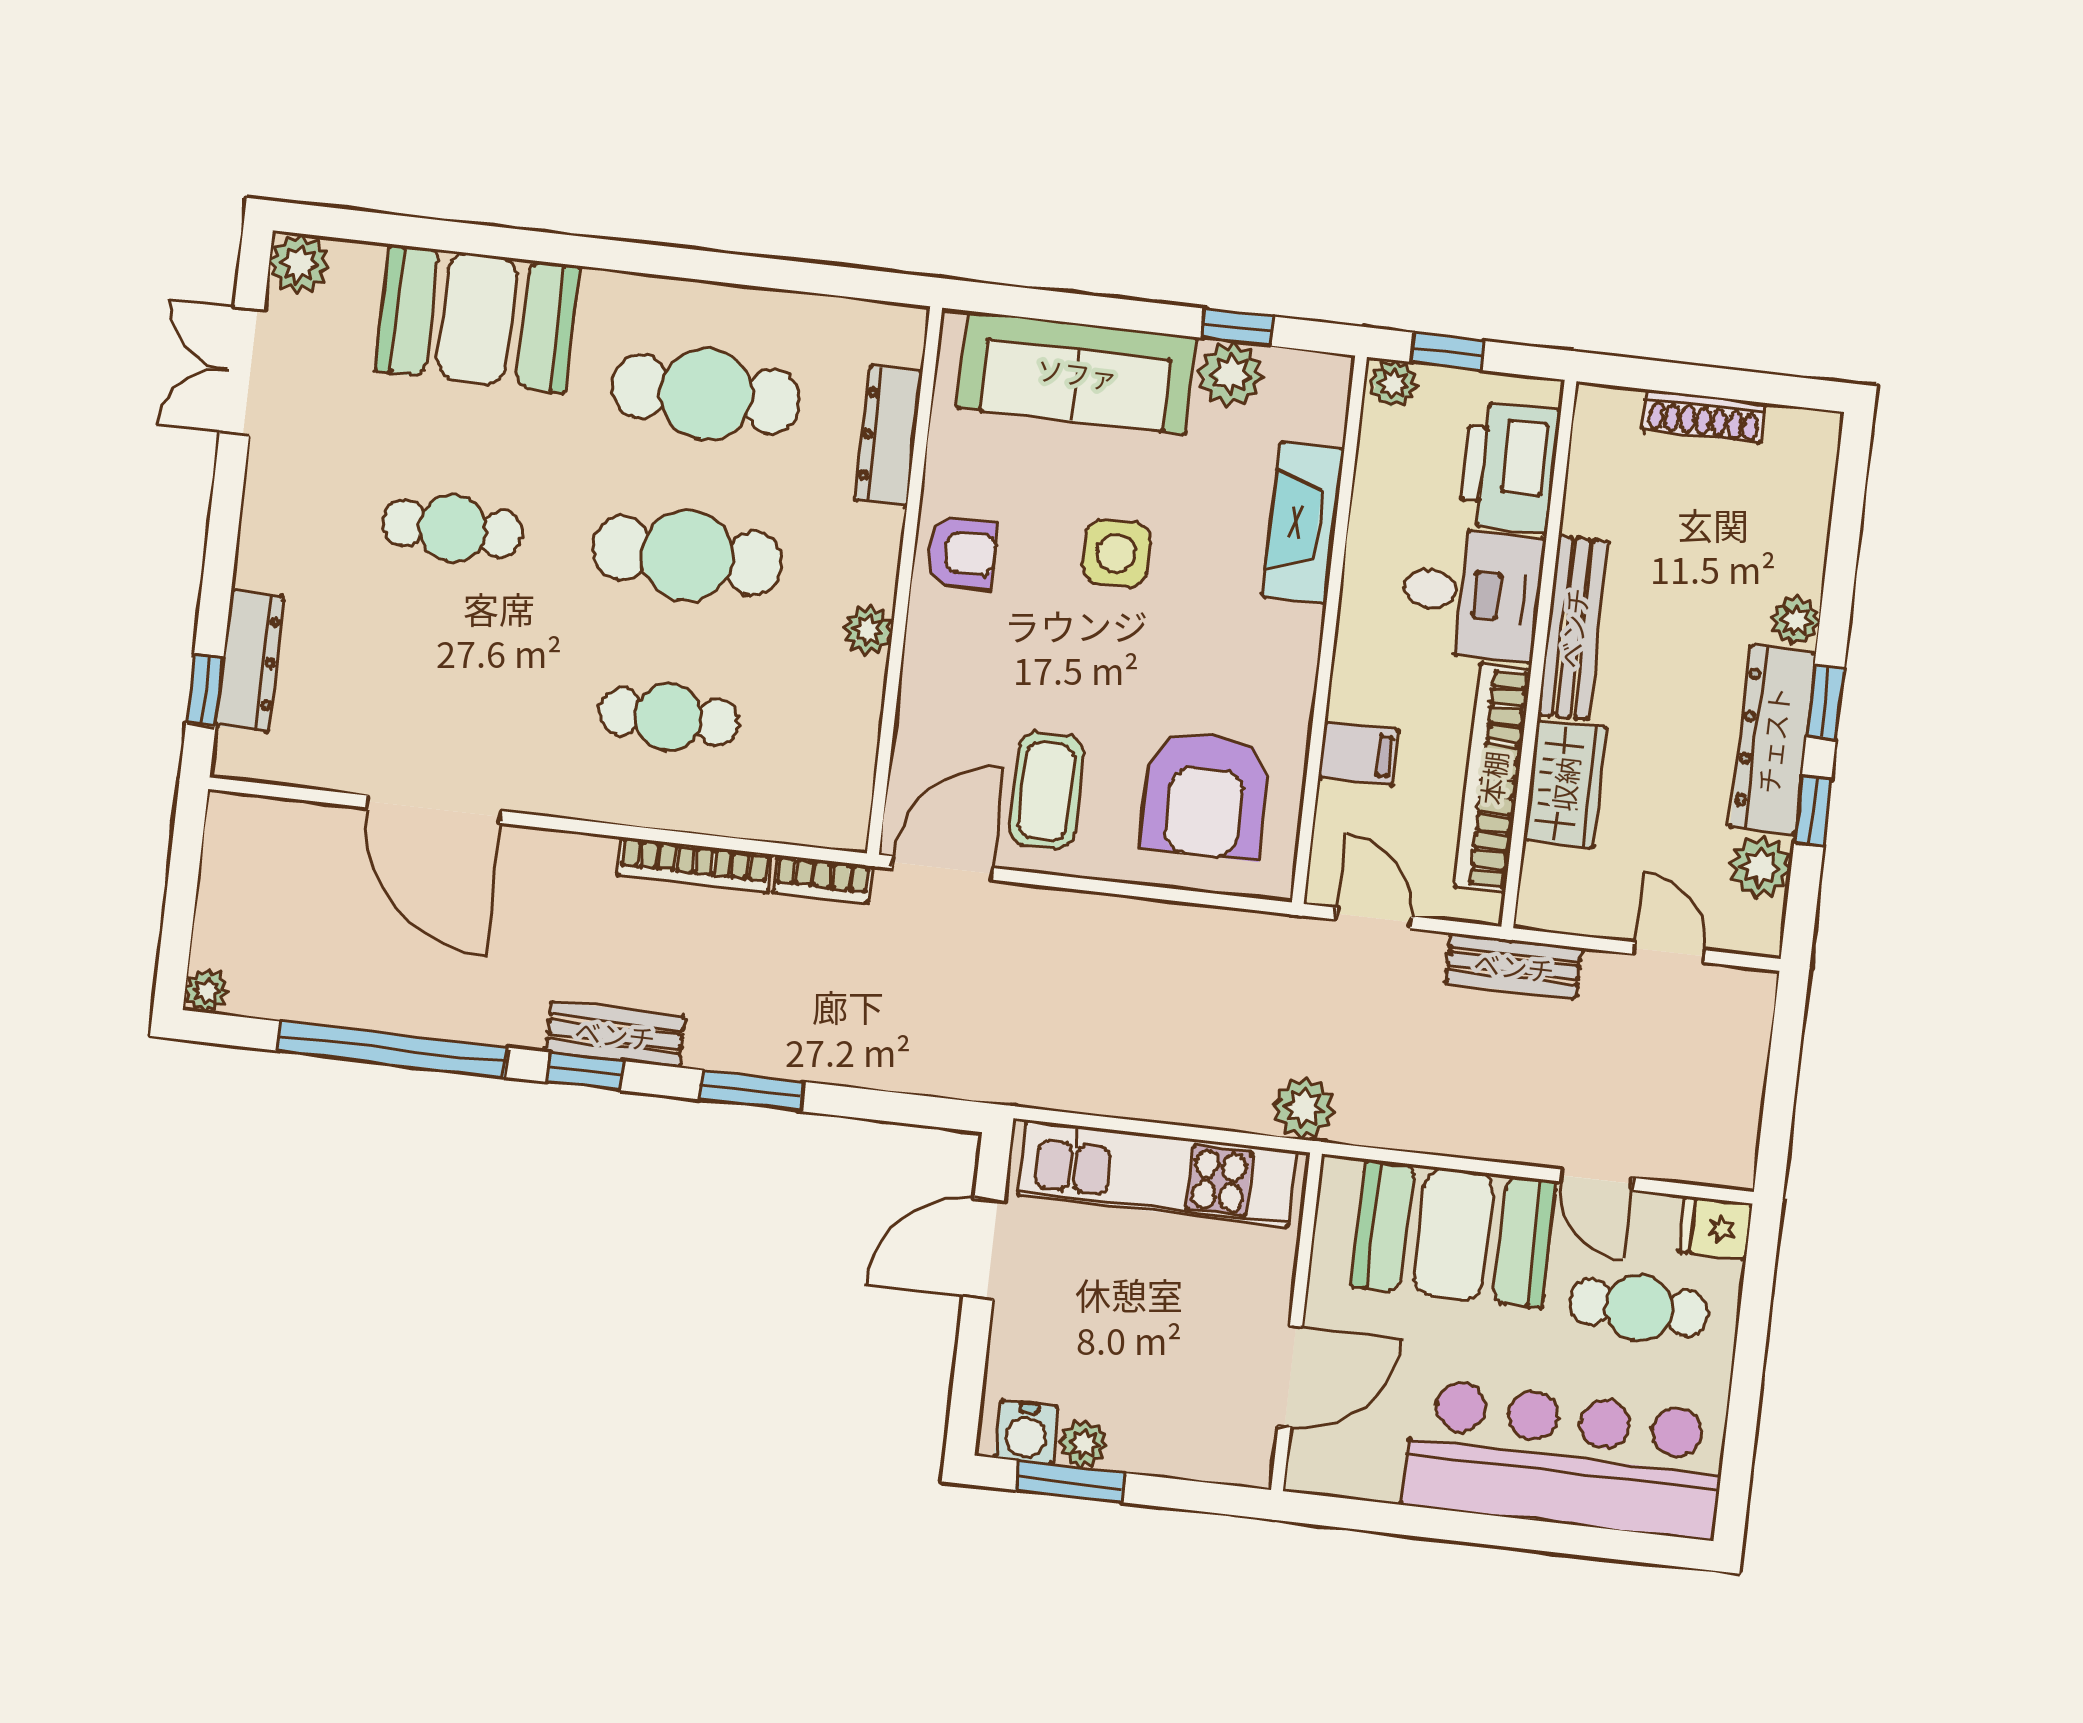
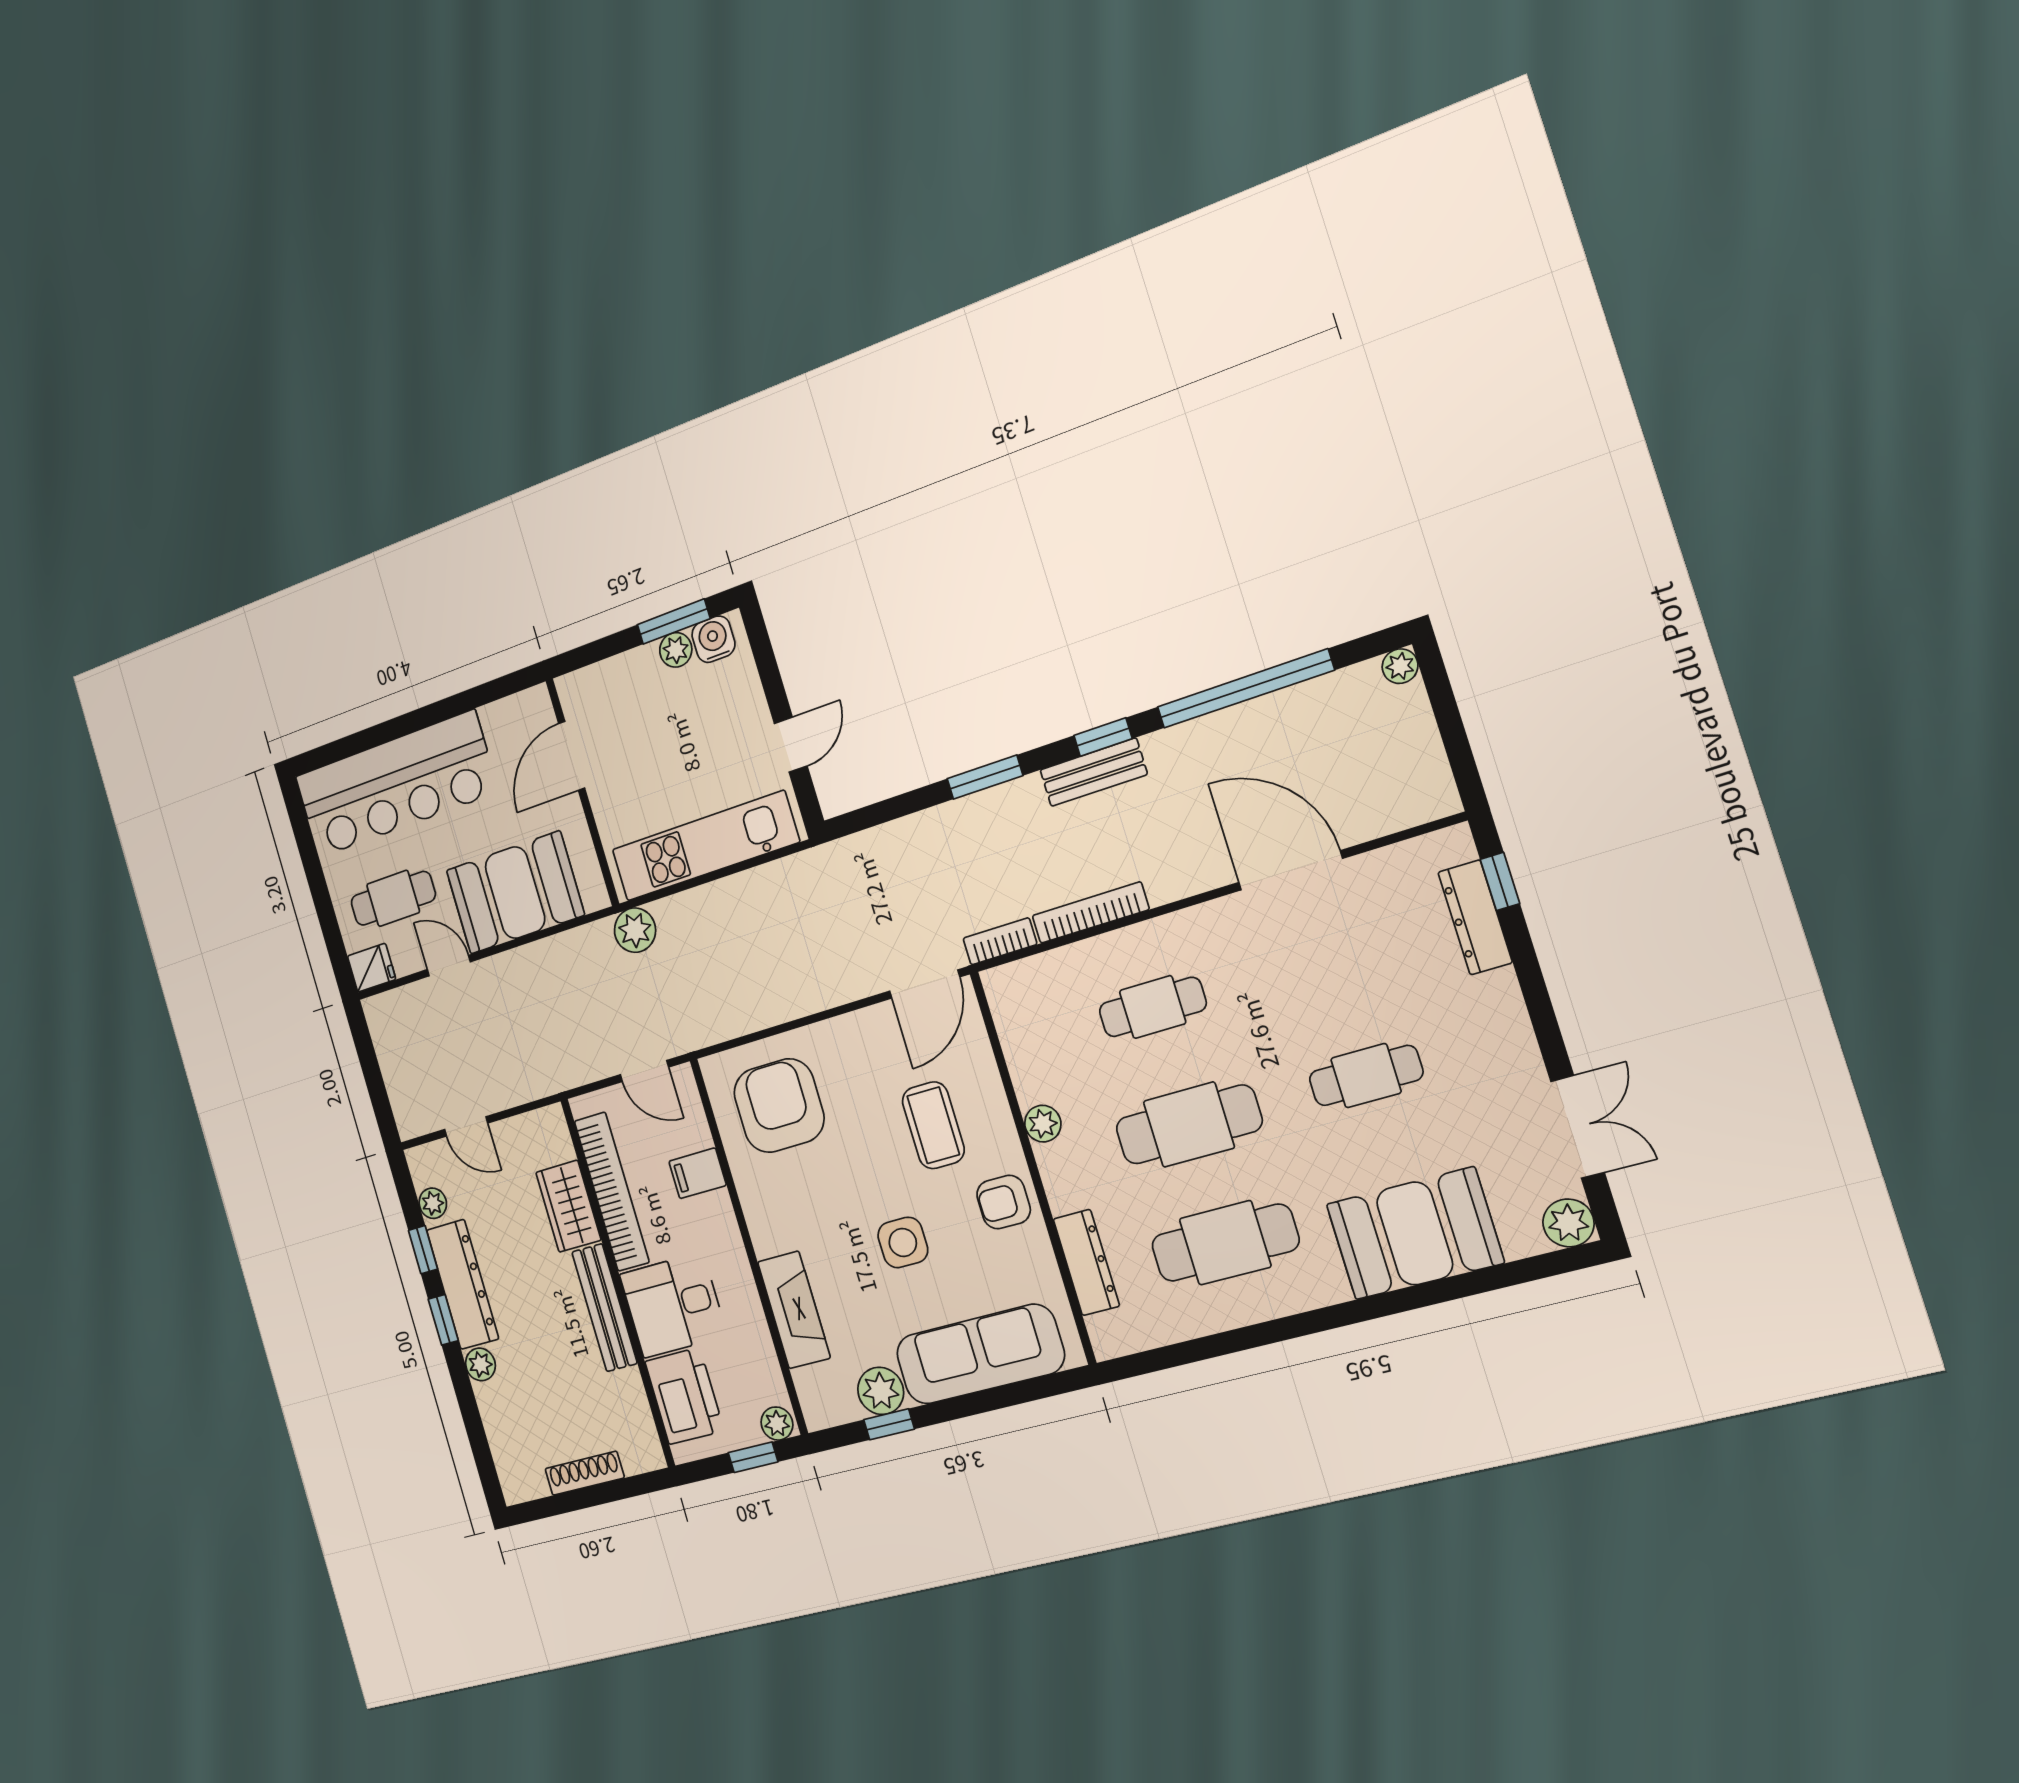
coffee table: (1047, 791) -> (933, 1125), moved
plant: (1760, 867) -> (433, 1203), width x0.73, depth x0.73
bench: (1514, 966) -> (551, 1078), removed
door: (984, 1249) -> (791, 745), width x0.73

